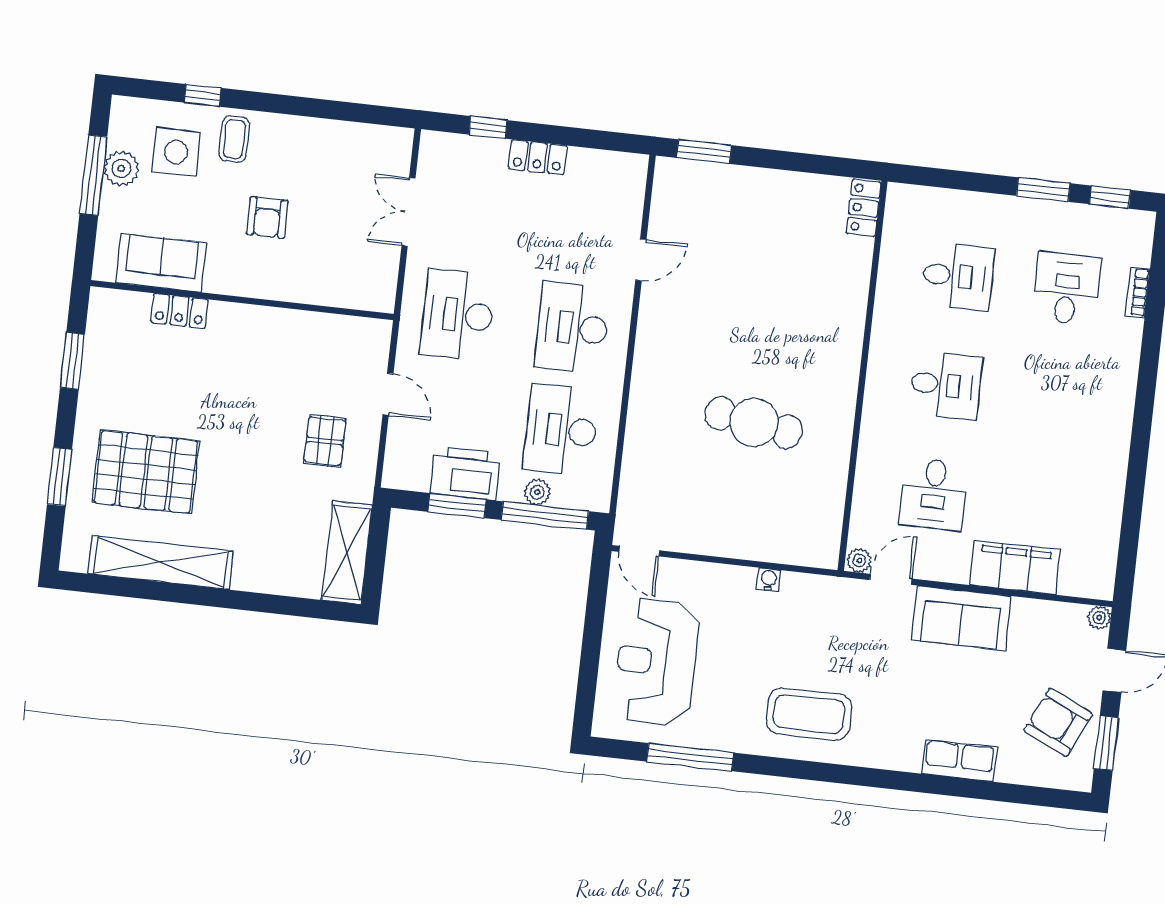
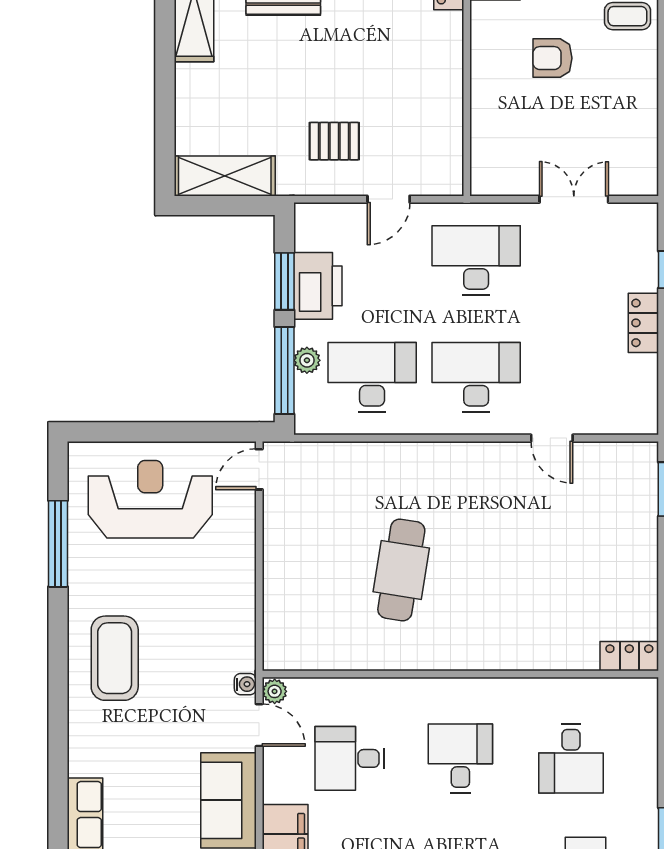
desk: (946, 385) -> (460, 758), turned 180
water cooler: (769, 580) -> (245, 684), moved

